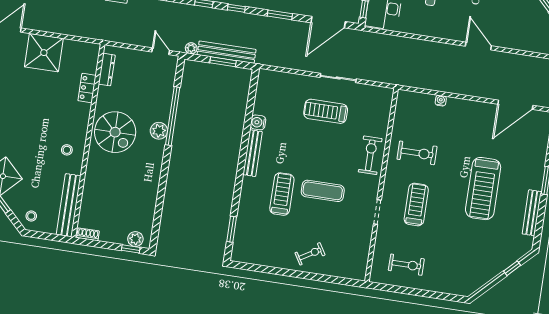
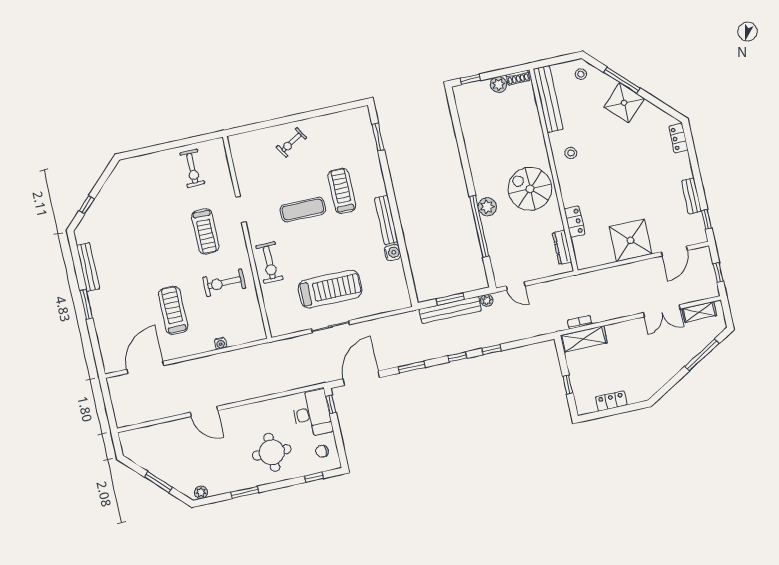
treadmill: (326, 111) -> (330, 289), width x1.37, depth x1.38
treadmill: (483, 189) -> (173, 310), moved, width x0.73, depth x0.73
treadmill: (282, 194) -> (342, 191), turned 180
plant: (135, 239) -> (499, 85), moved
exercise bike: (406, 265) -> (192, 168), turned -90

